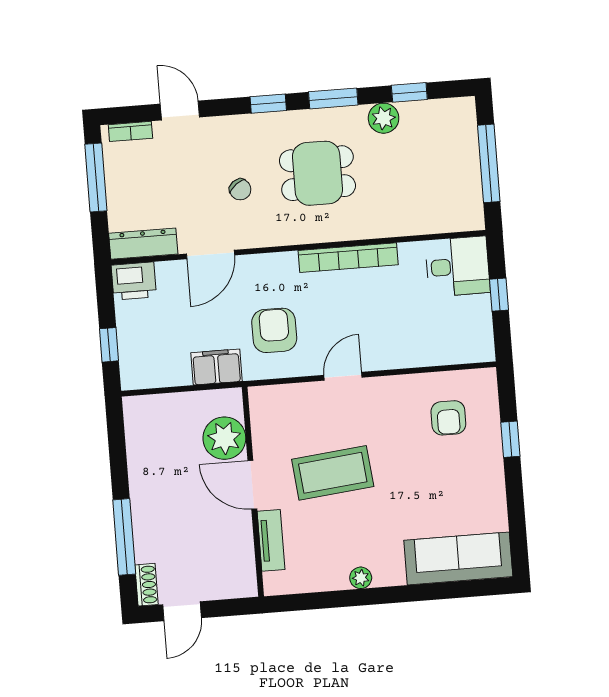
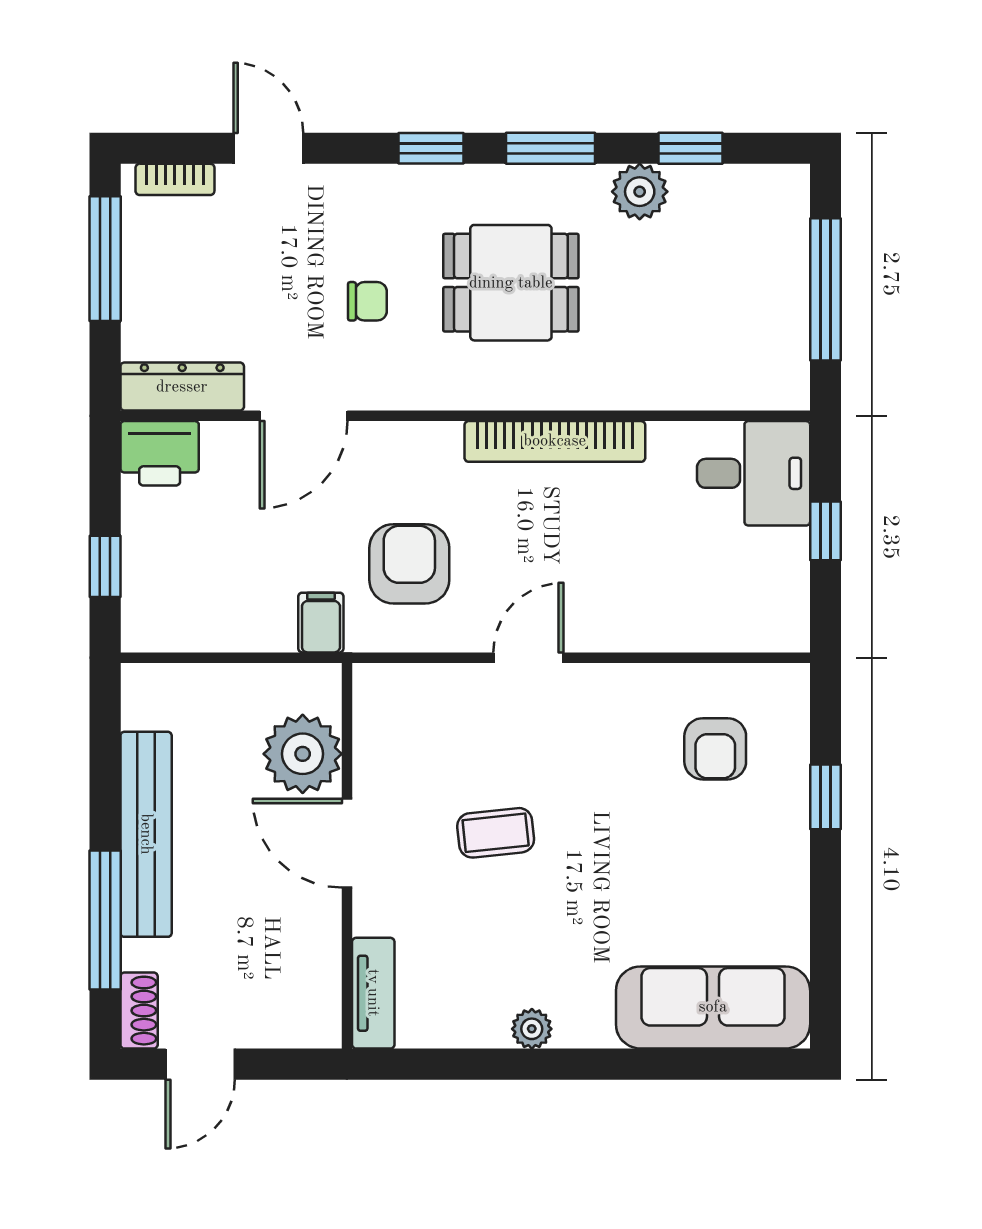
chair: (240, 189) -> (367, 301), turned -53
filing cabinet: (217, 367) -> (321, 623), width x0.50
coffee table: (333, 473) -> (496, 833), width x0.54, depth x0.58
bench: (143, 489) -> (146, 834), added
tv unit: (271, 540) -> (373, 993), moved

